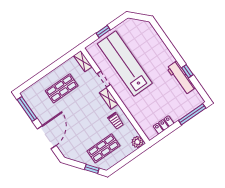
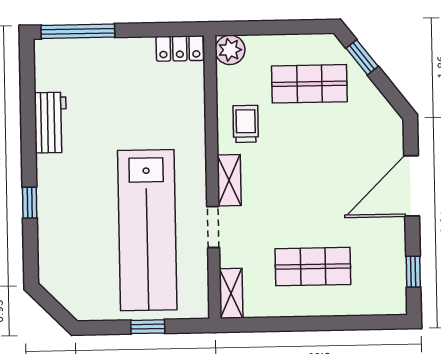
window: (187, 71) -> (30, 203), moved
workbench: (181, 78) -> (50, 123), width x0.73
window: (27, 109) -> (413, 272), width x0.46
locker: (164, 125) -> (180, 48), moved

